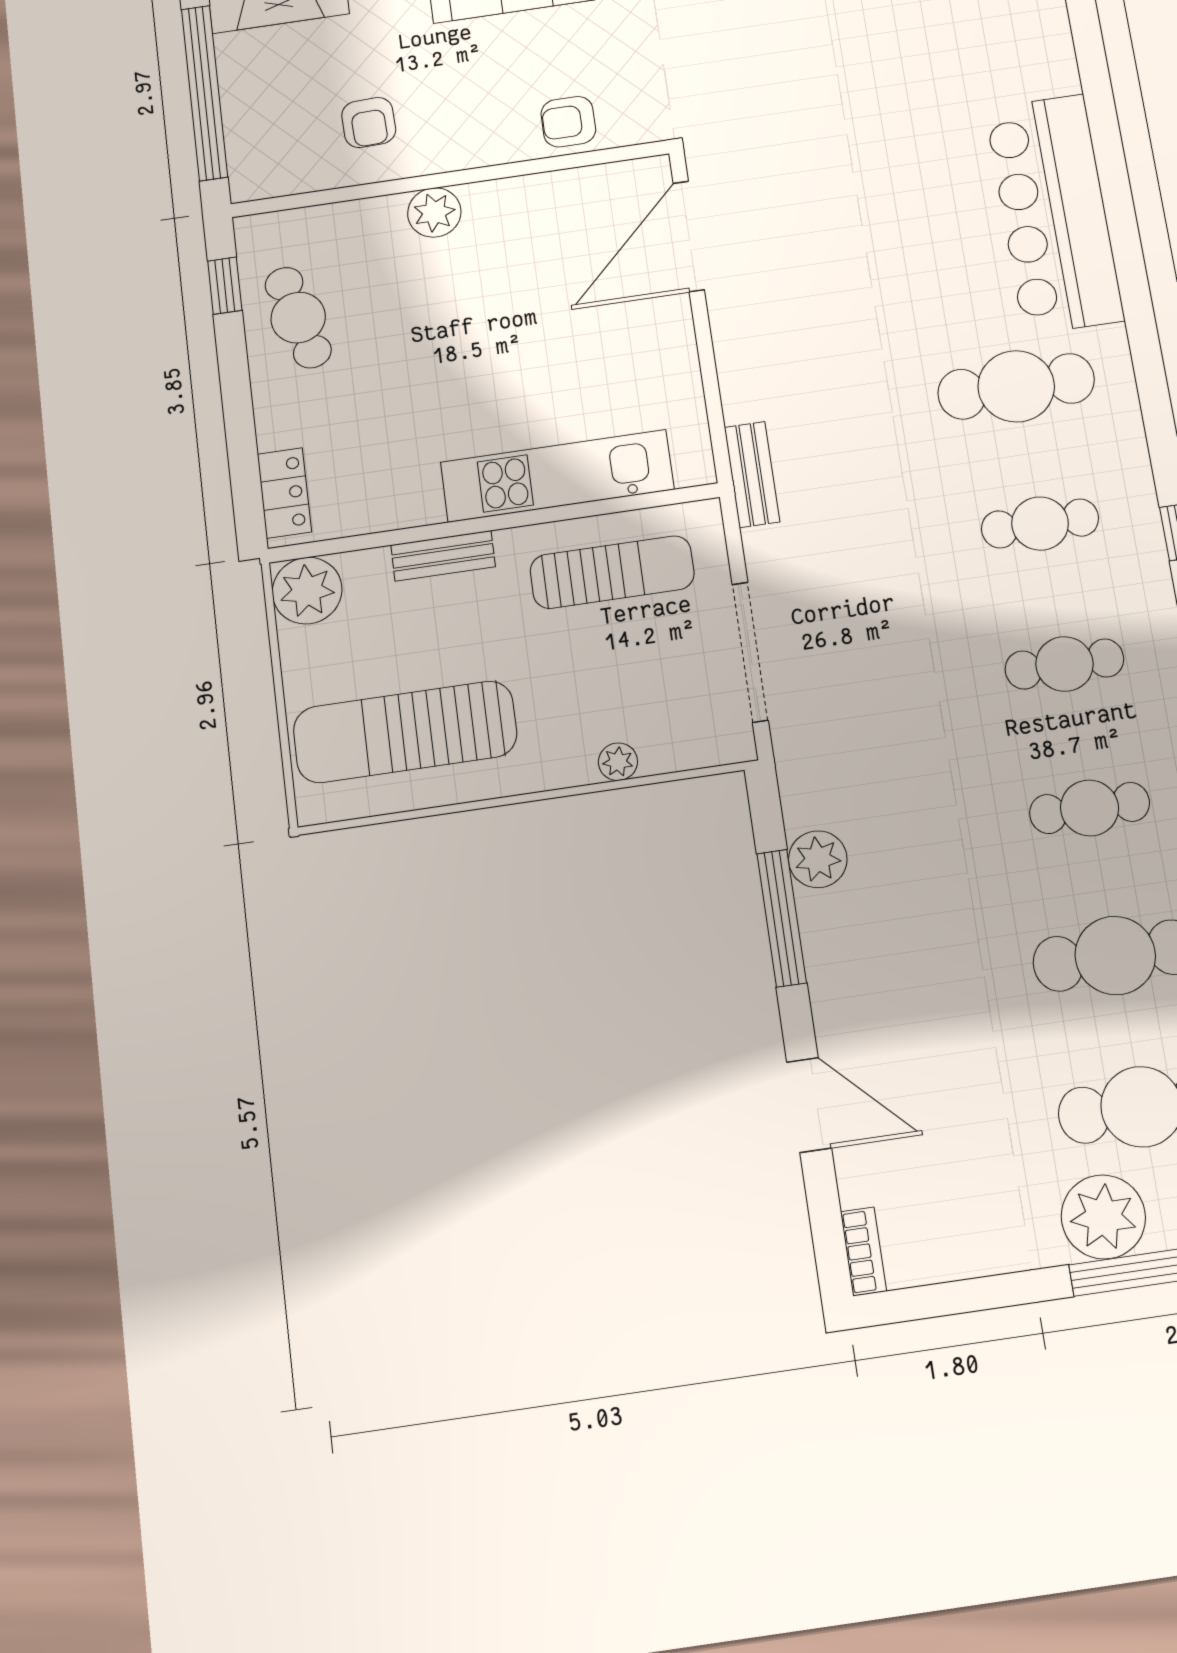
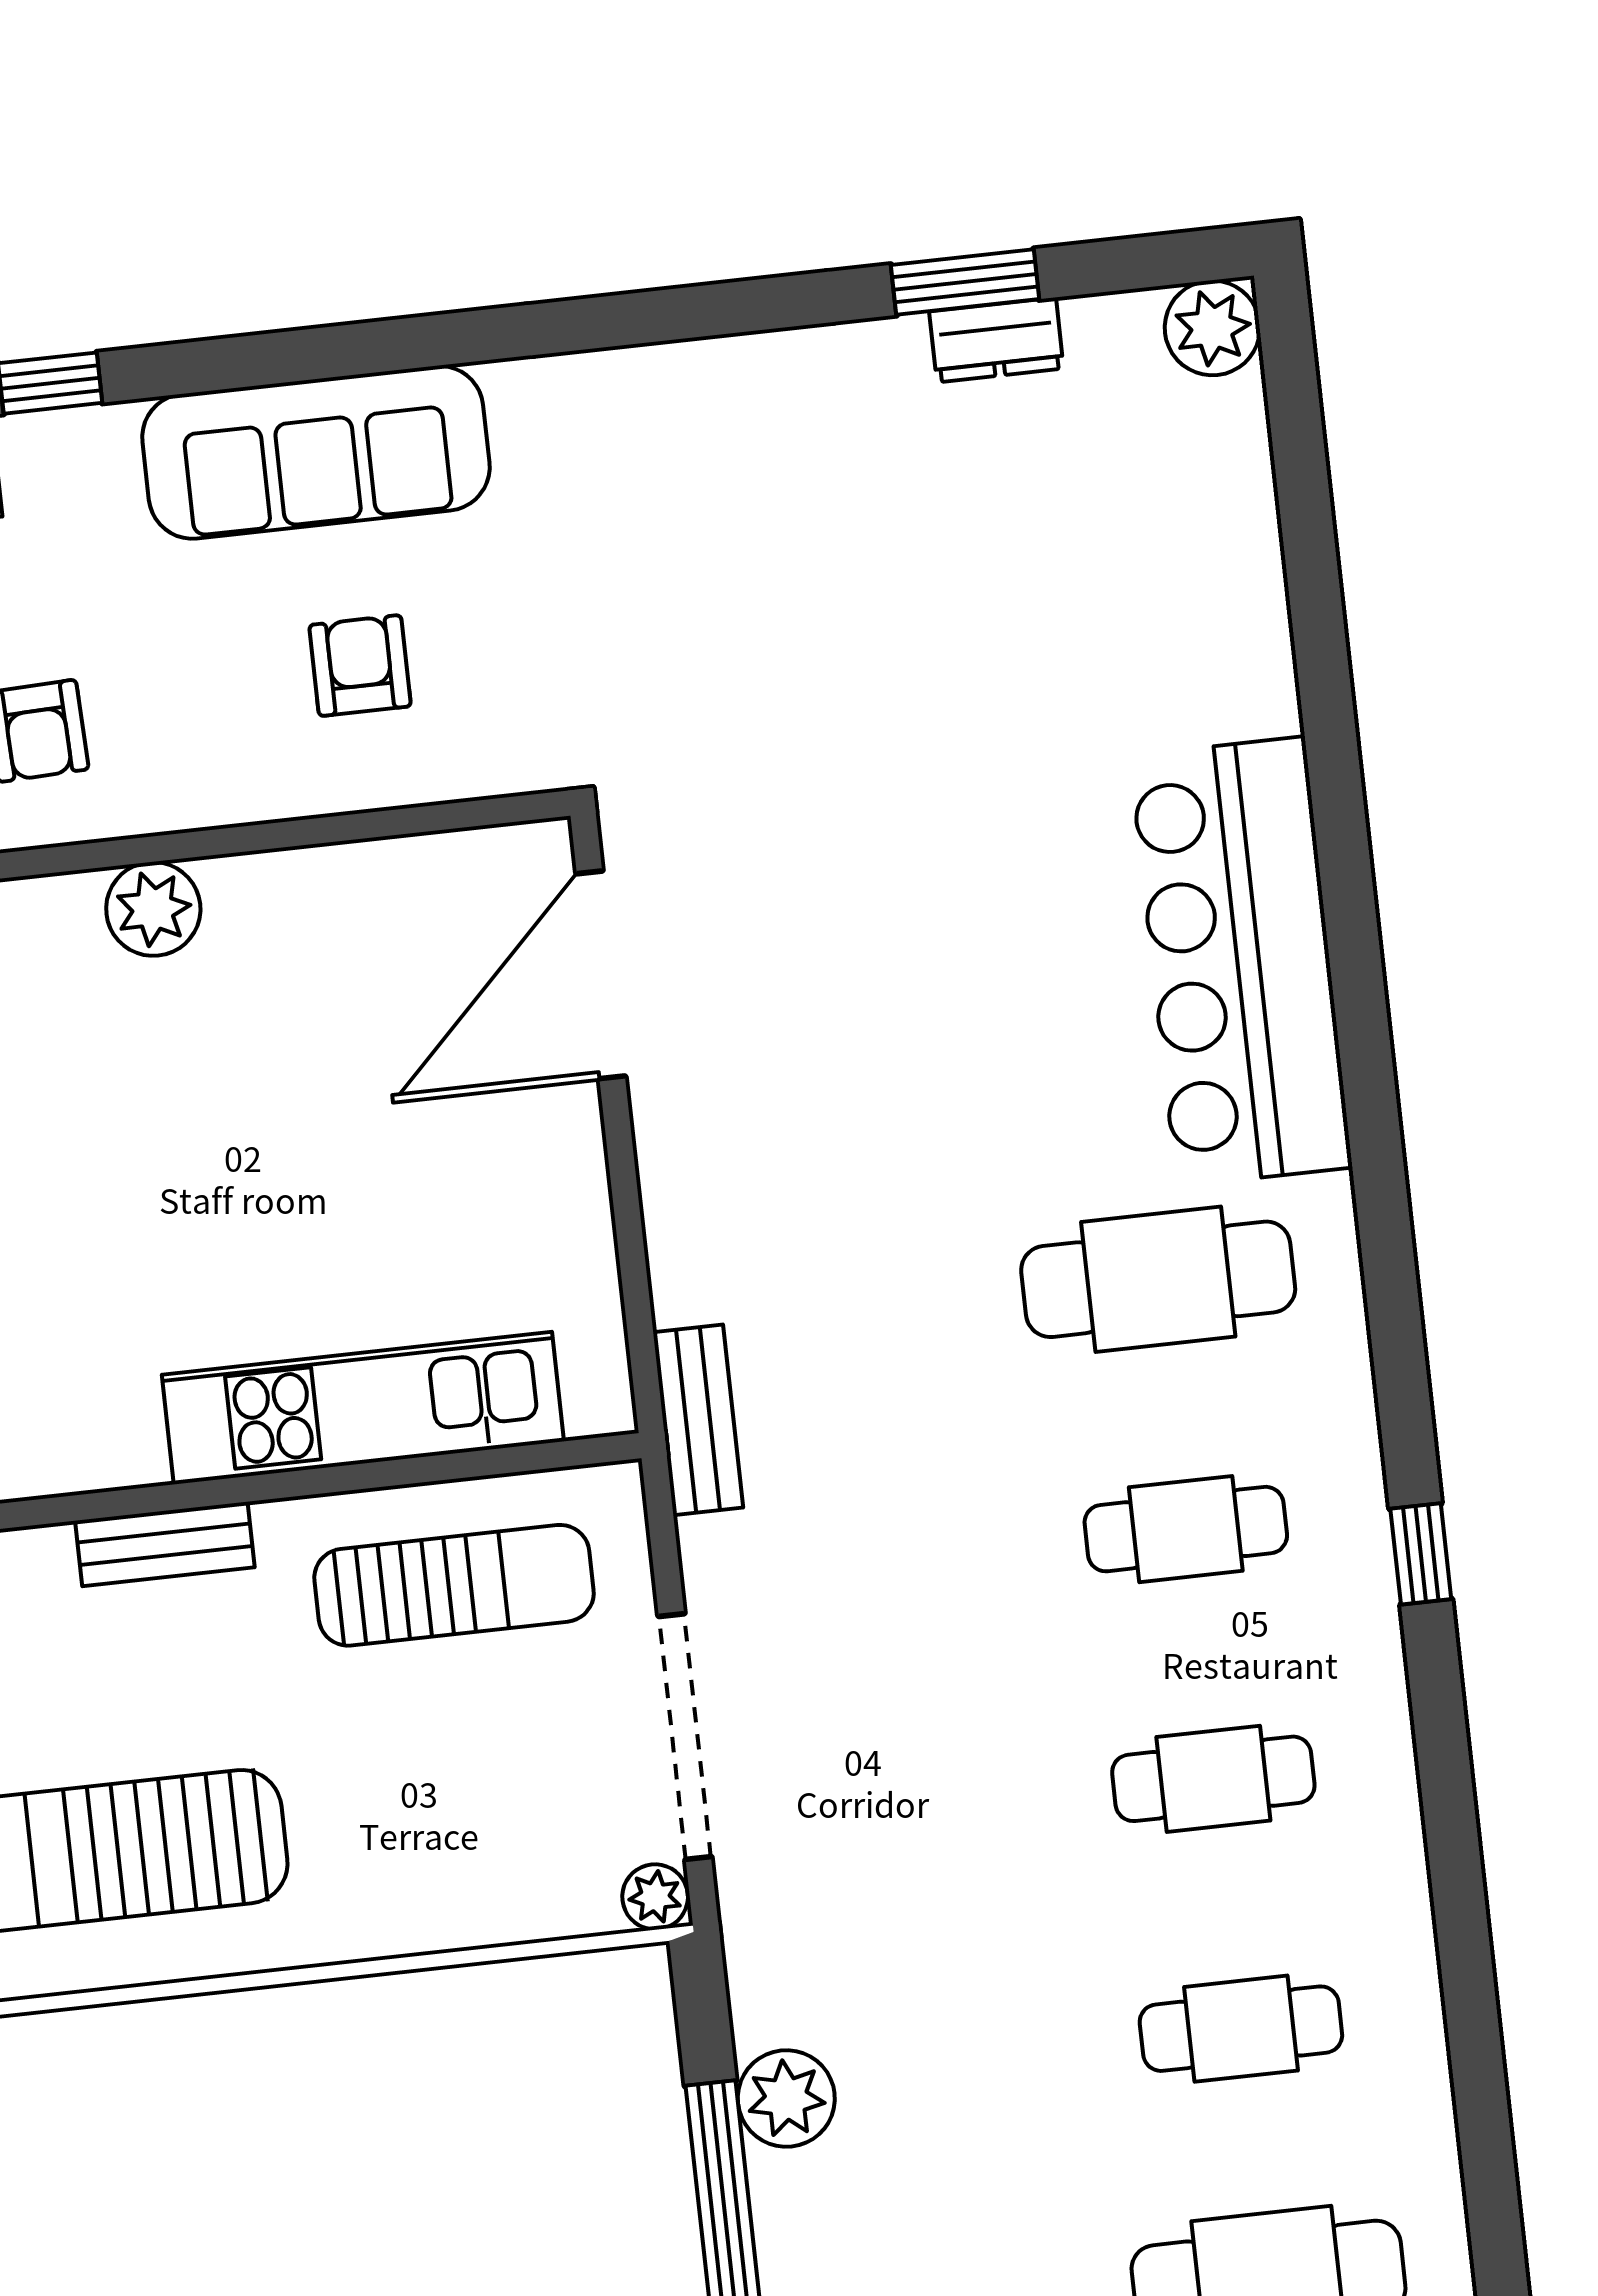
armchair: (568, 122) -> (360, 666), moved, turned 90
plant: (618, 762) -> (655, 1897), moved

